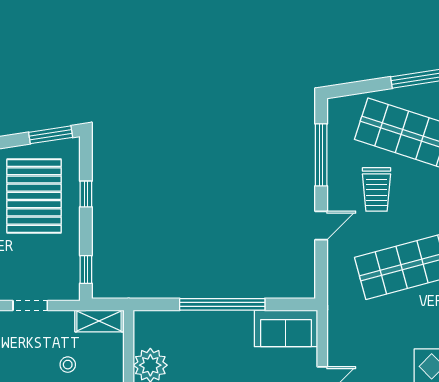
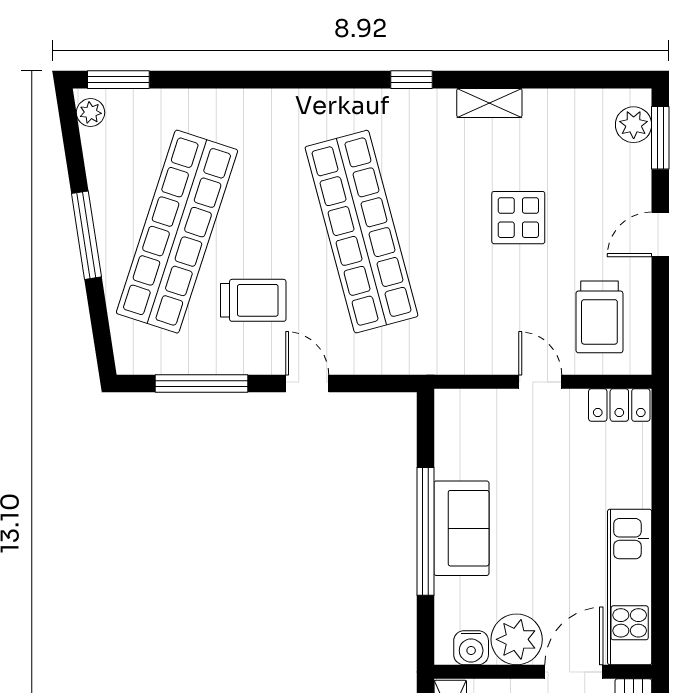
sofa: (286, 328) -> (461, 528), moved
water cooler: (145, 335) -> (471, 648), added

